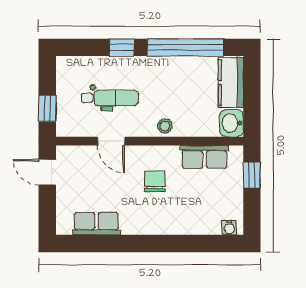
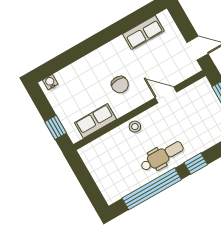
kitchen counter: (231, 83) -> (107, 183), removed
dental chair: (110, 98) -> (162, 156), moved, turned 180
washbasin: (232, 123) -> (90, 155), removed

